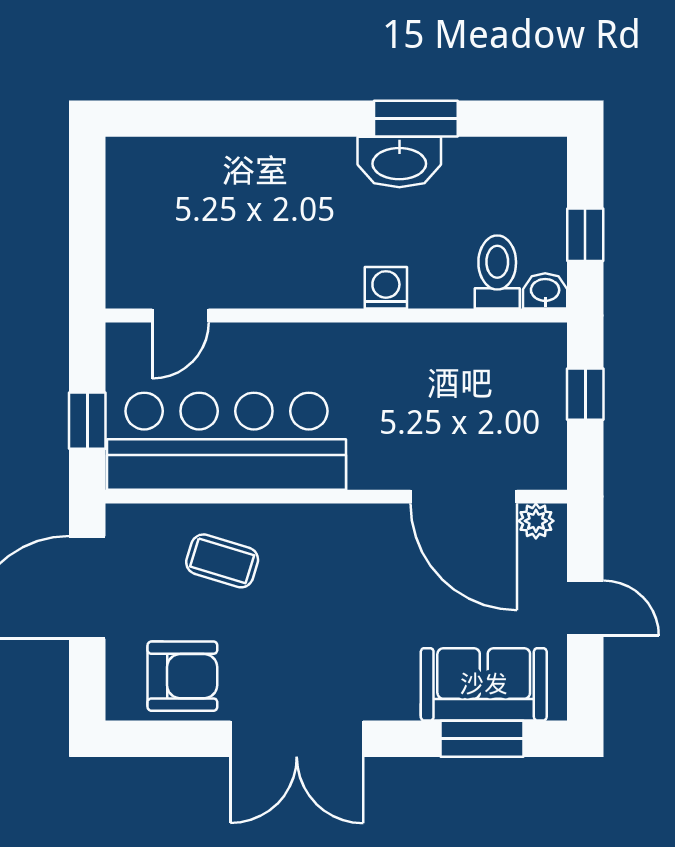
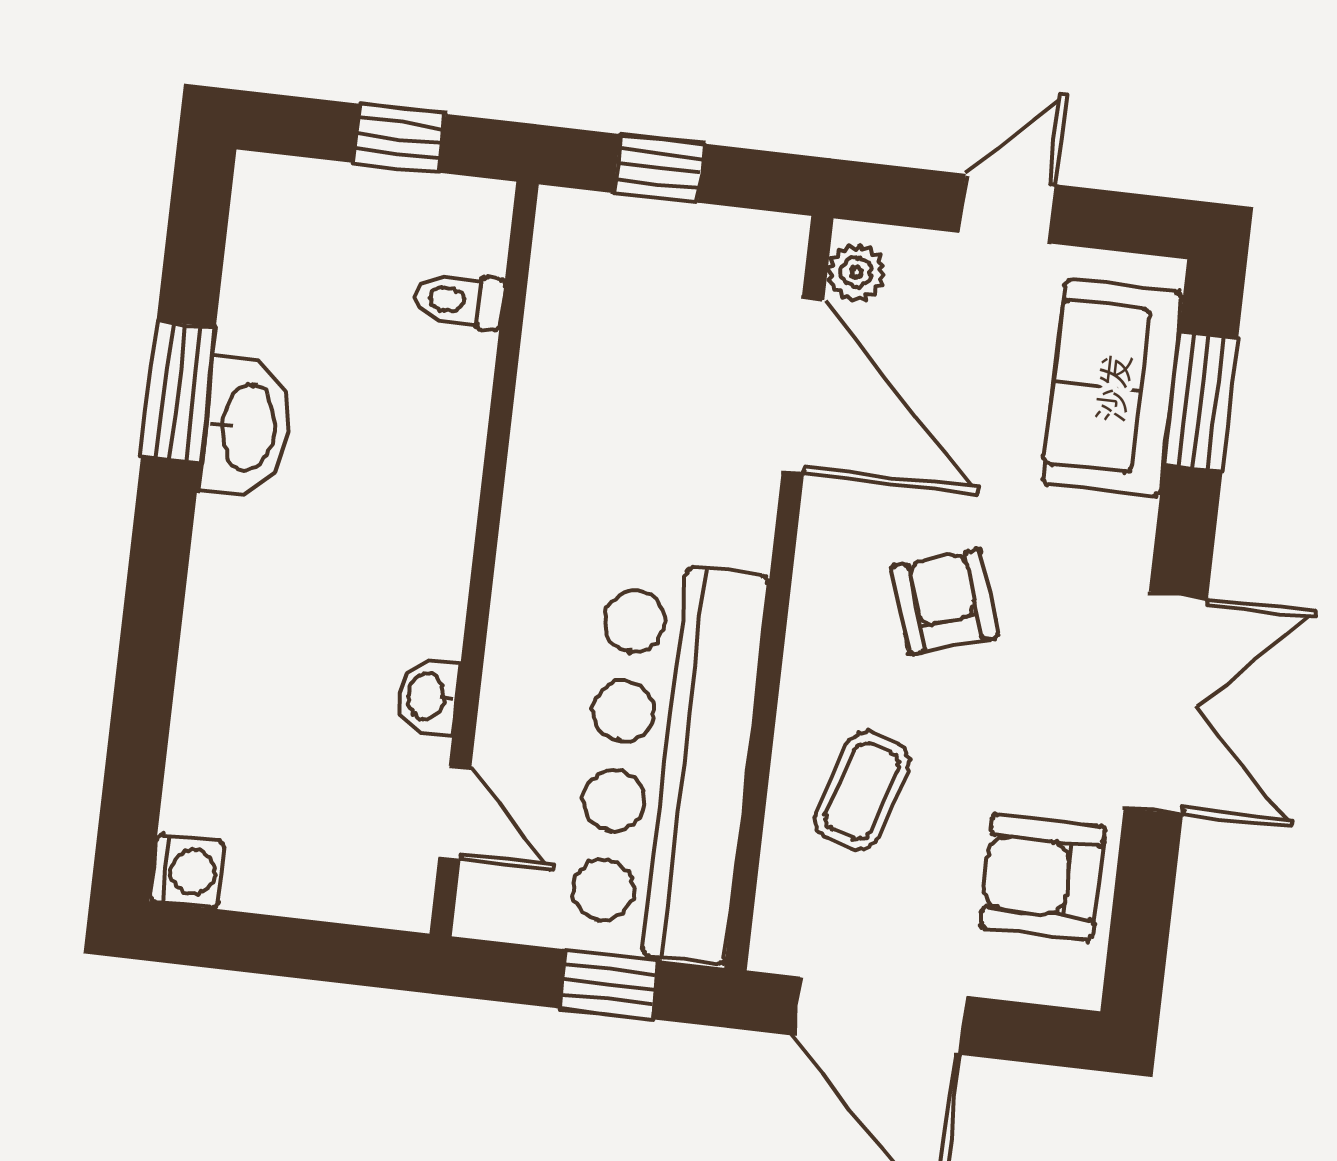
toilet: (497, 272) -> (459, 300), width x0.73, depth x0.72
washing machine: (386, 288) -> (187, 871), moved, turned 180
washbasin: (545, 291) -> (428, 696), moved
door: (464, 497) -> (803, 386), hinge flipped
armchair: (343, 598) -> (945, 602), added
armchair: (182, 676) -> (1042, 877), turned -90

